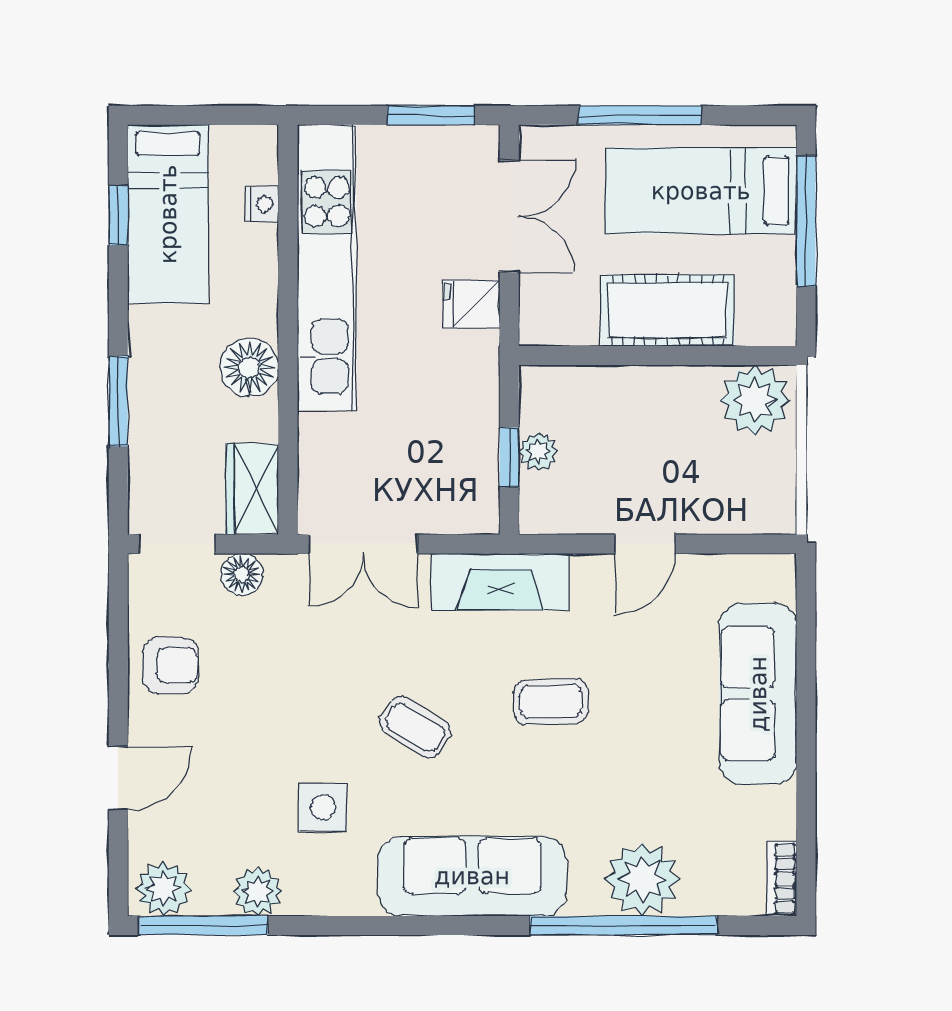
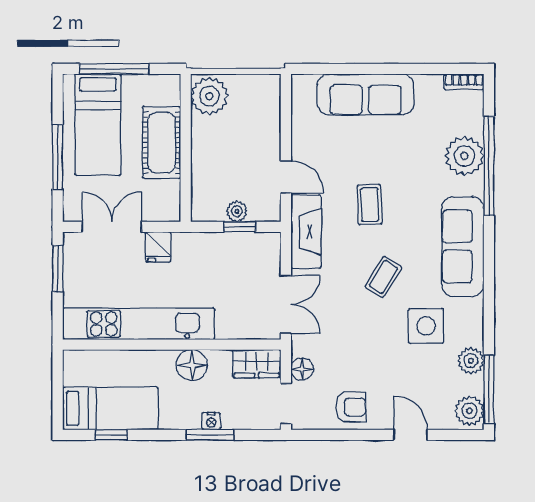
nightstand: (262, 204) -> (211, 421), moved, turned 180
door: (645, 544) -> (286, 177), moved
armchair: (170, 666) -> (351, 407), turned 90
side table: (323, 807) -> (426, 326), width x1.37, depth x1.37

